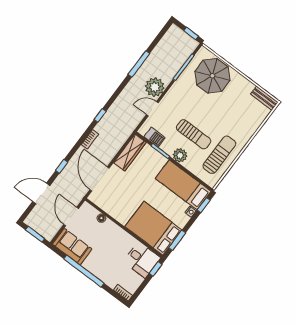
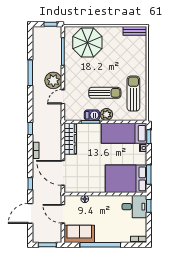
barbecue: (155, 137) -> (92, 115), moved

